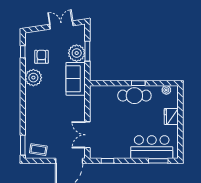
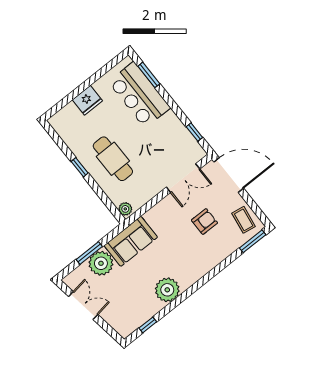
double door: (61, 25) -> (83, 306), swing flipped
armchair: (41, 57) -> (204, 222), moved, turned 180
plant: (166, 90) -> (125, 209), moved
cafe table: (134, 96) -> (113, 159), moved

